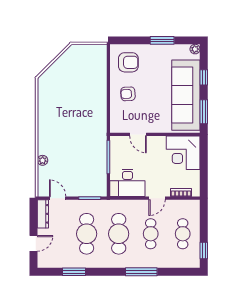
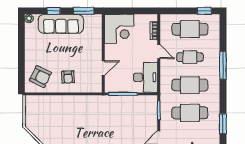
window: (162, 40) -> (21, 47), removed
armchair: (128, 62) -> (40, 77), turned 116
sofa: (186, 95) -> (61, 24), width x0.74, depth x0.79
cafe table: (183, 234) -> (190, 29), width x1.37, depth x1.35

